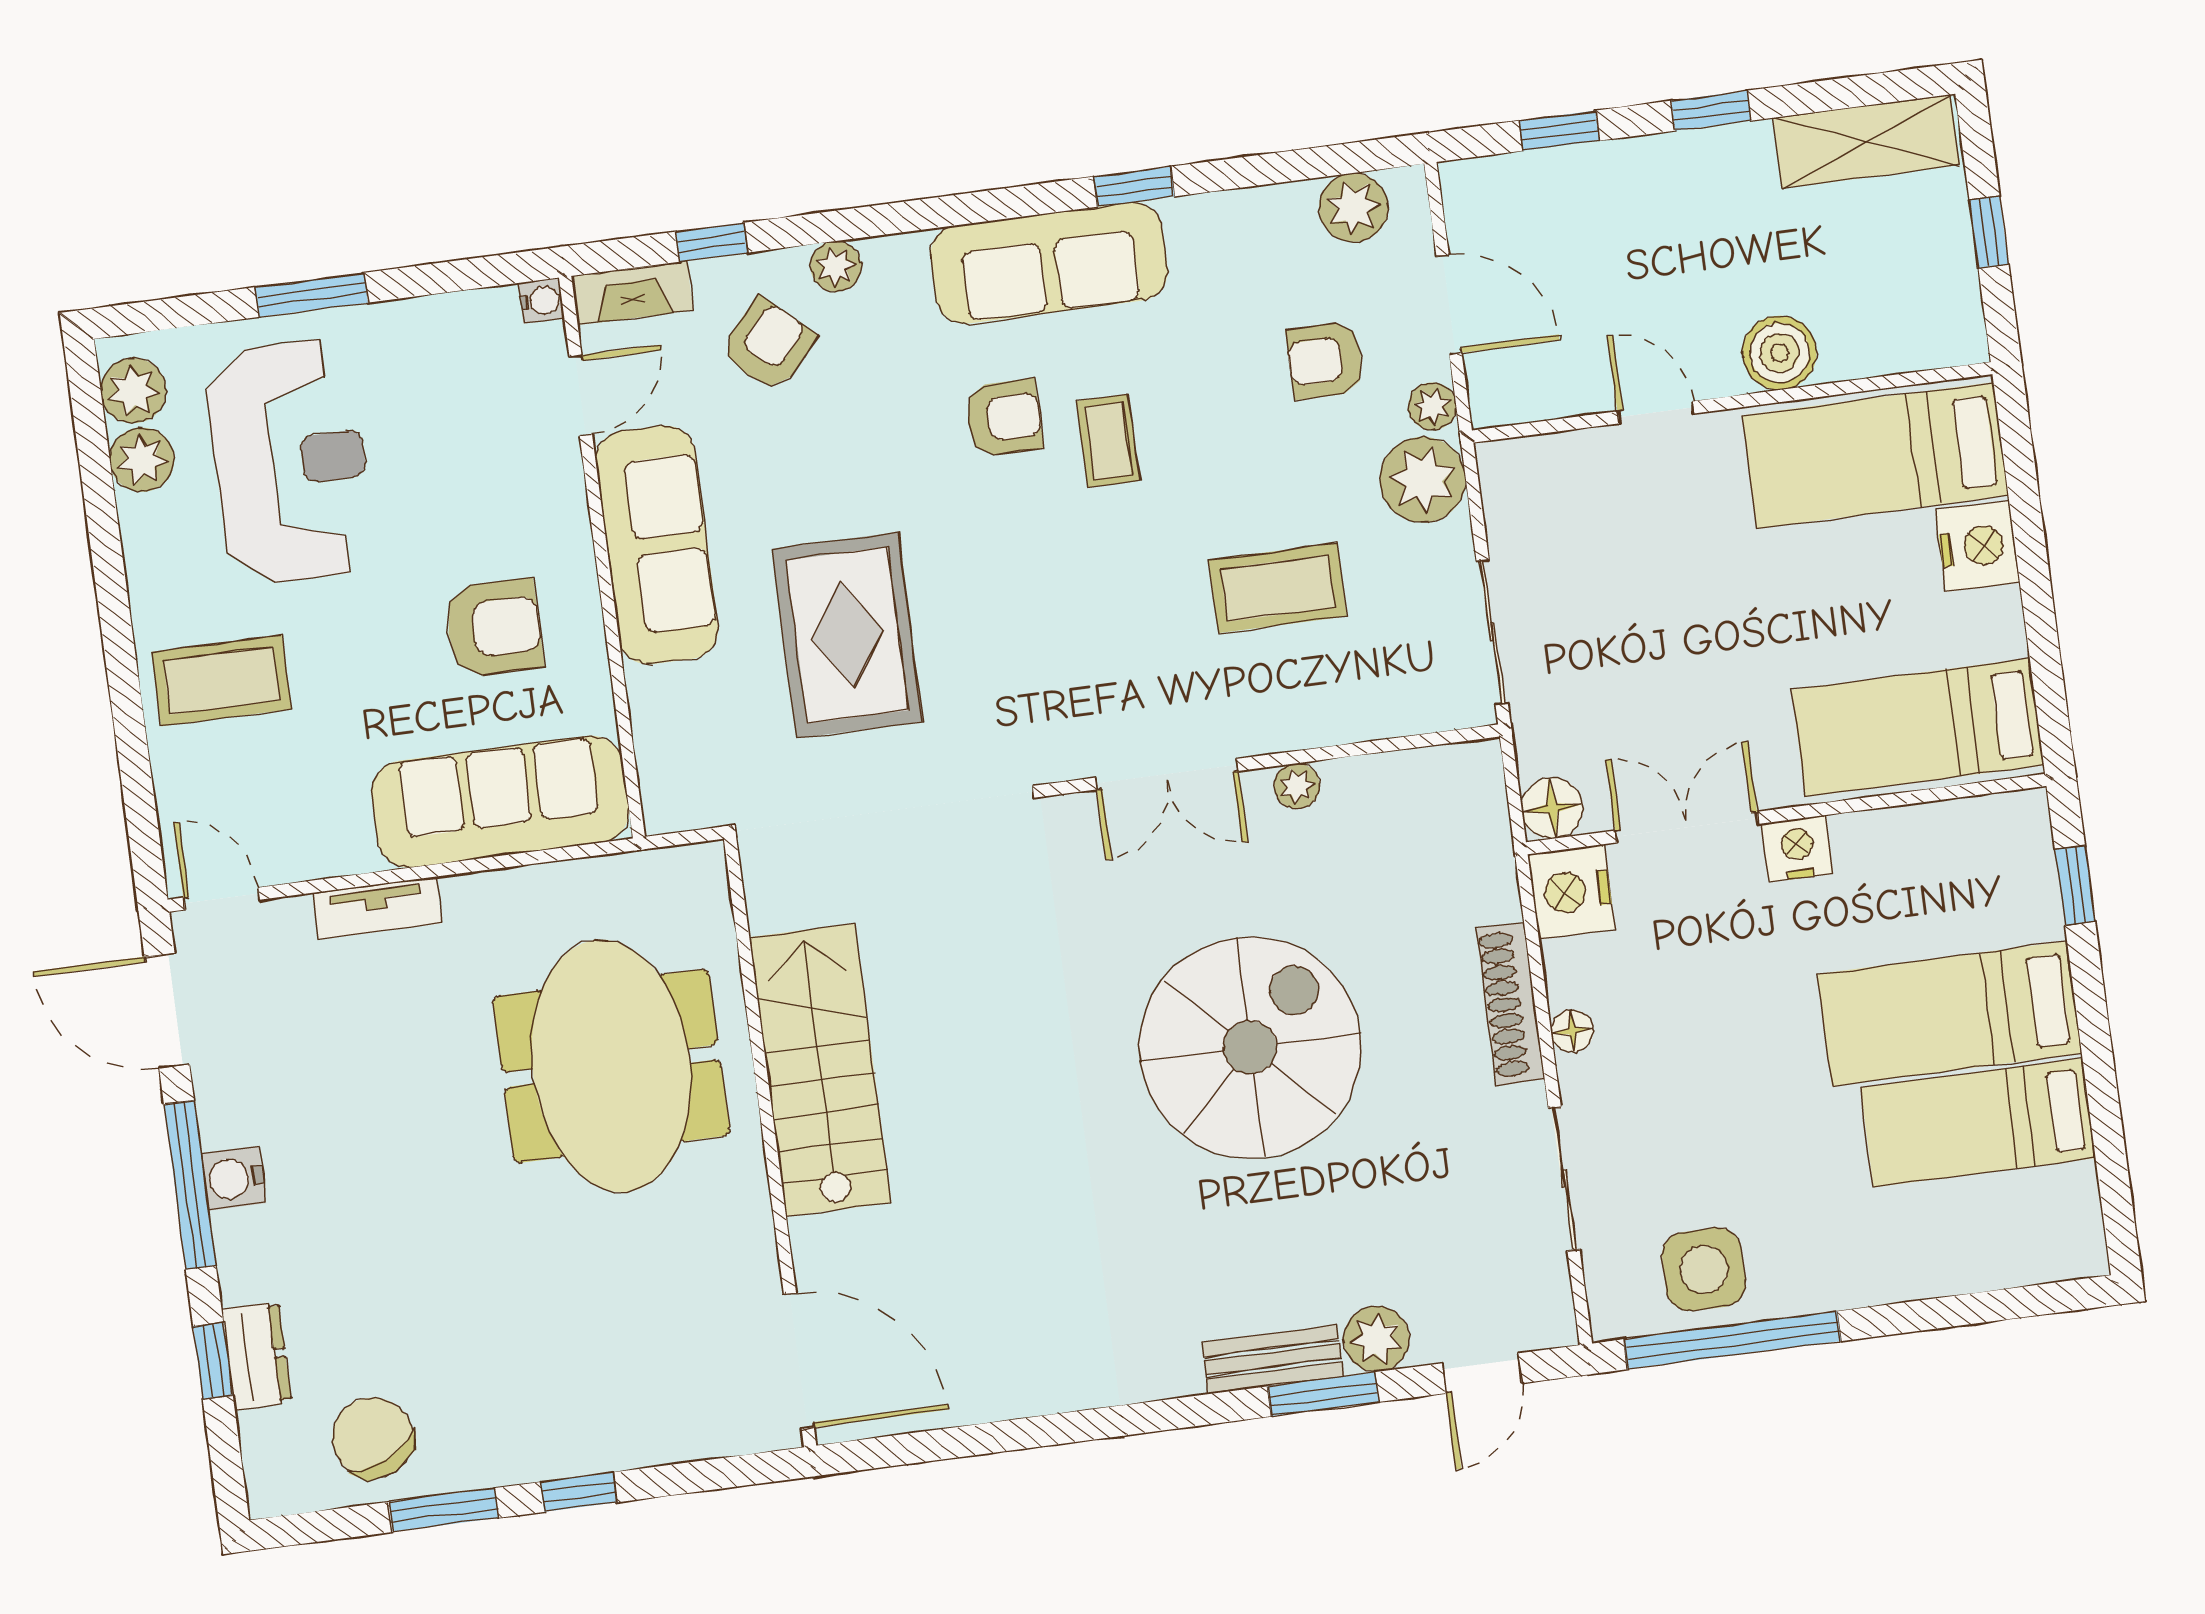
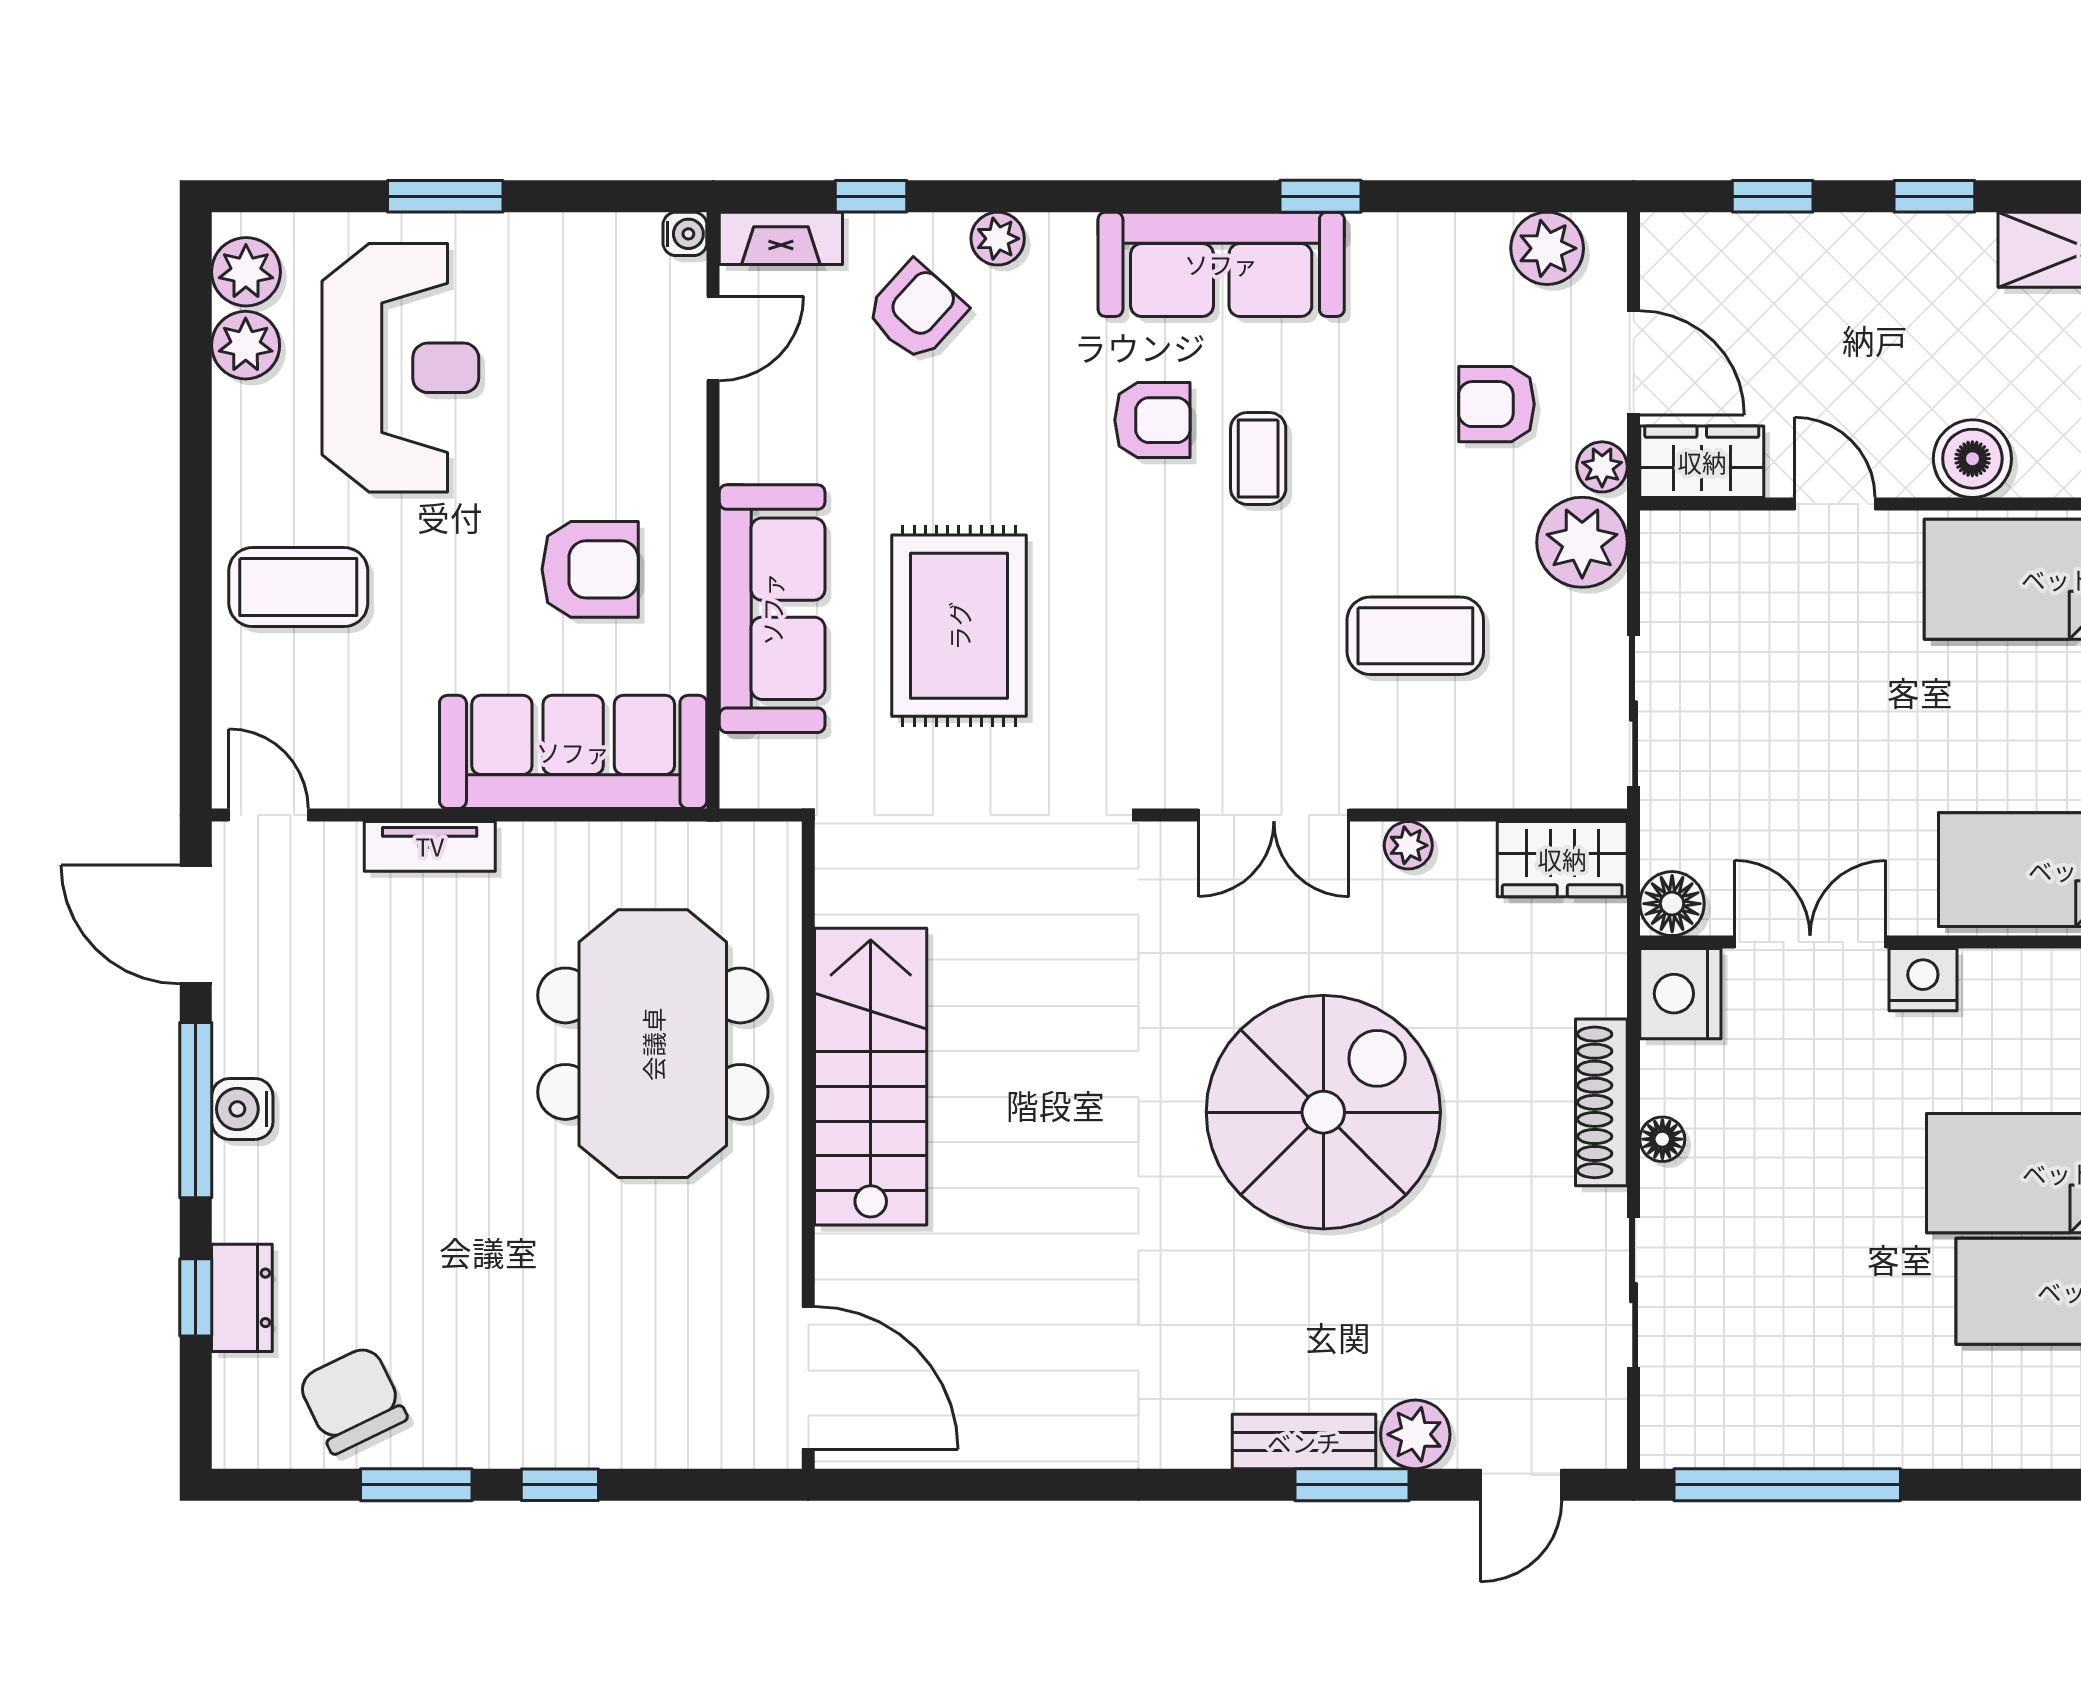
wardrobe: (1525, 389) -> (1702, 462), added
sofa: (657, 545) -> (772, 609), moved
wardrobe: (1443, 780) -> (1562, 859), added
side table: (1704, 1269) -> (1767, 1407), removed

